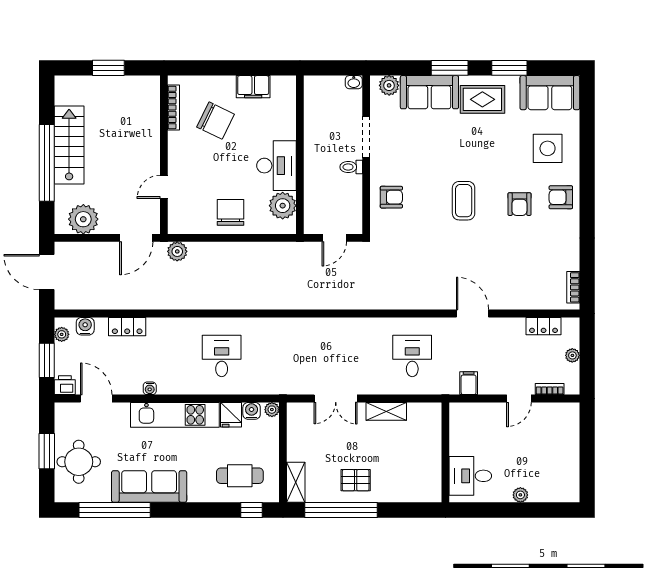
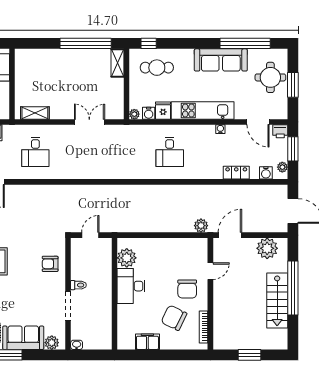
chair: (231, 212) -> (187, 289), moved
shelving: (386, 411) -> (35, 113), moved
pallet: (356, 480) -> (75, 64), removed

